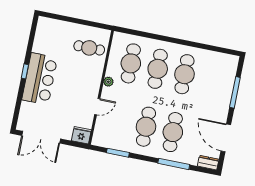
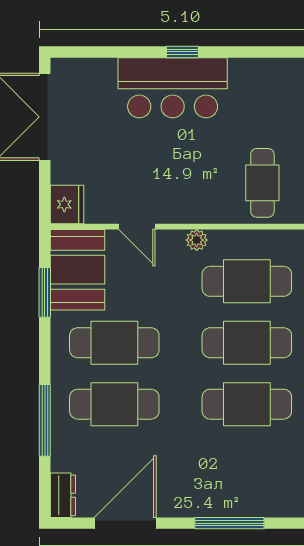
booth: (111, 136) -> (77, 270), added

